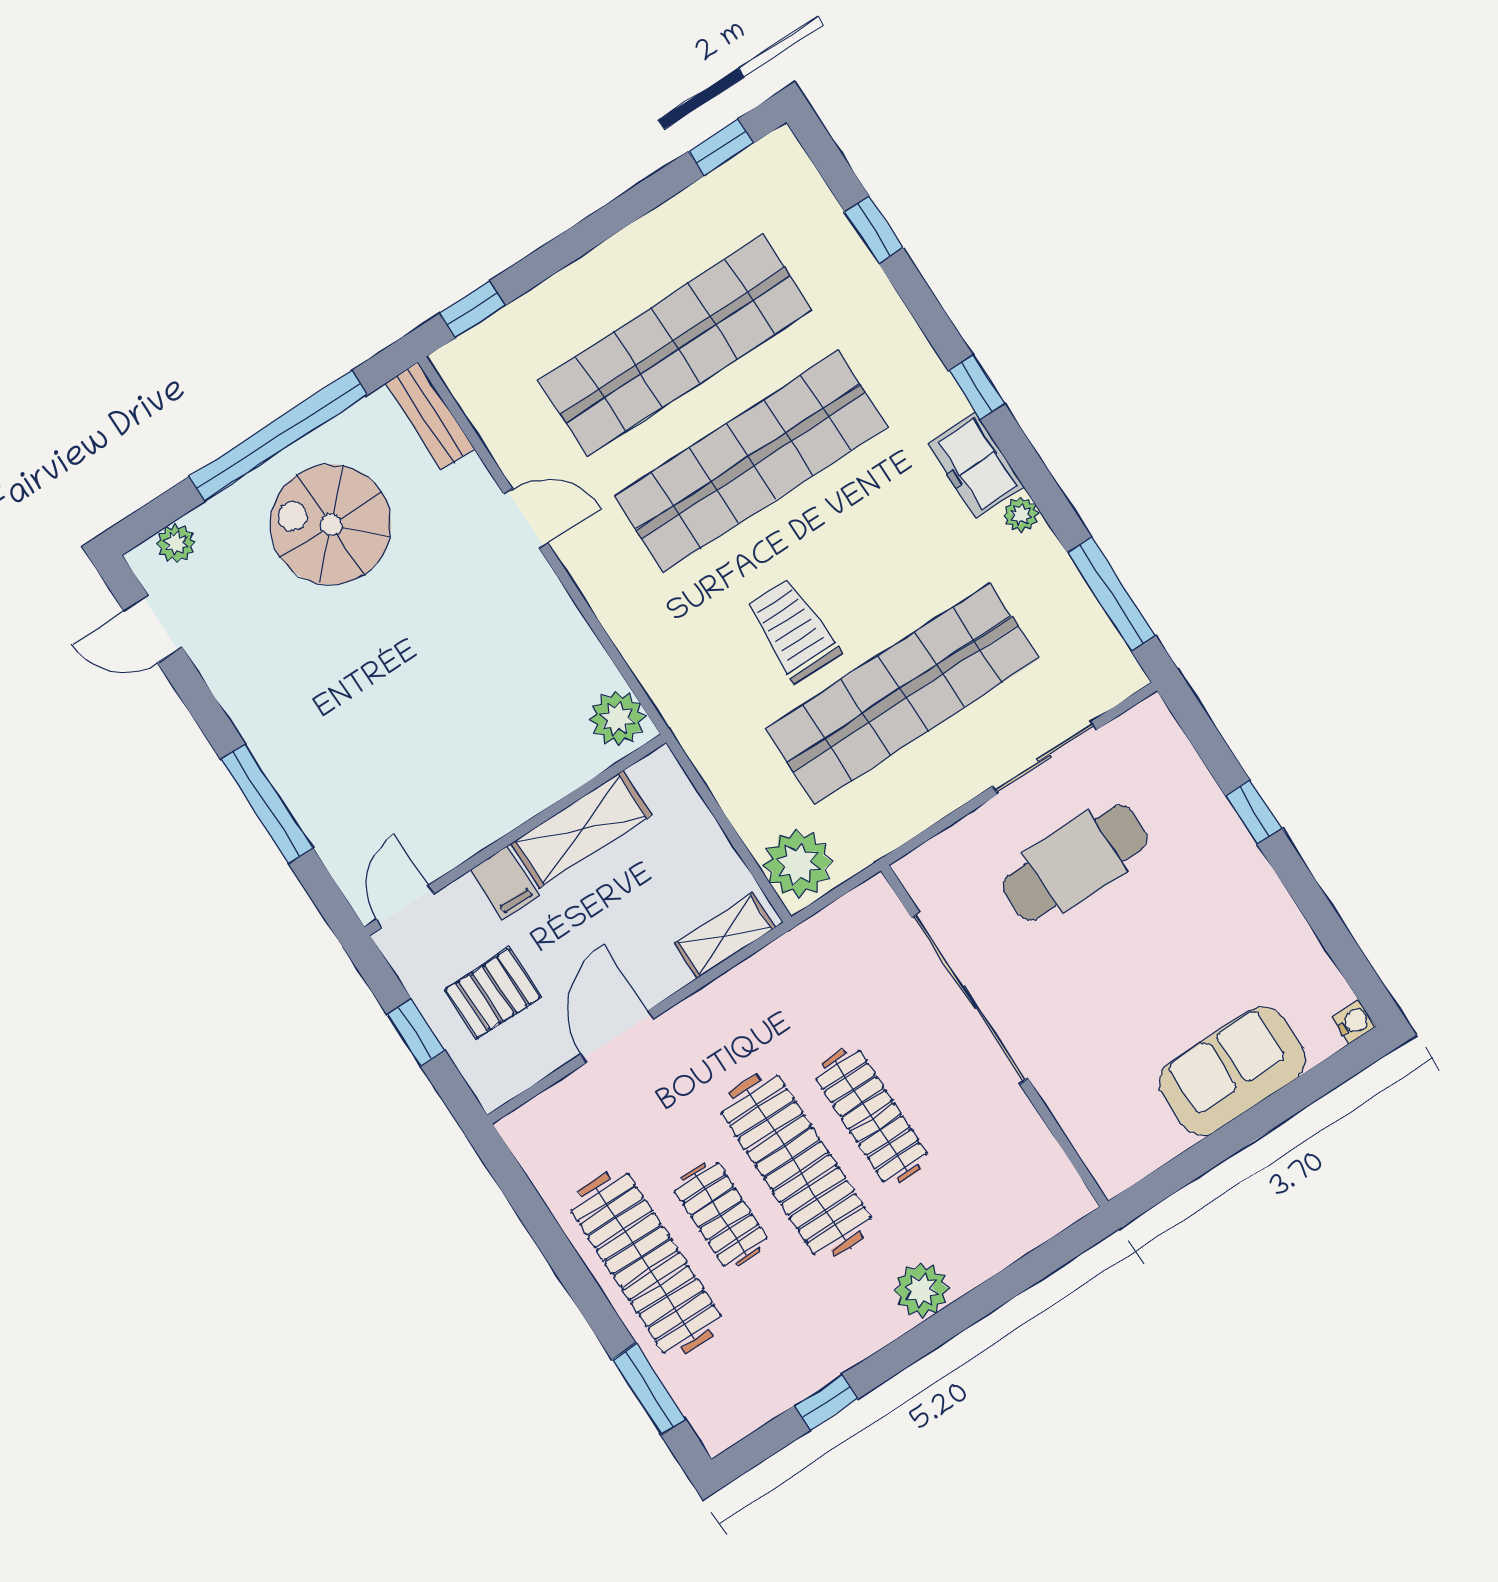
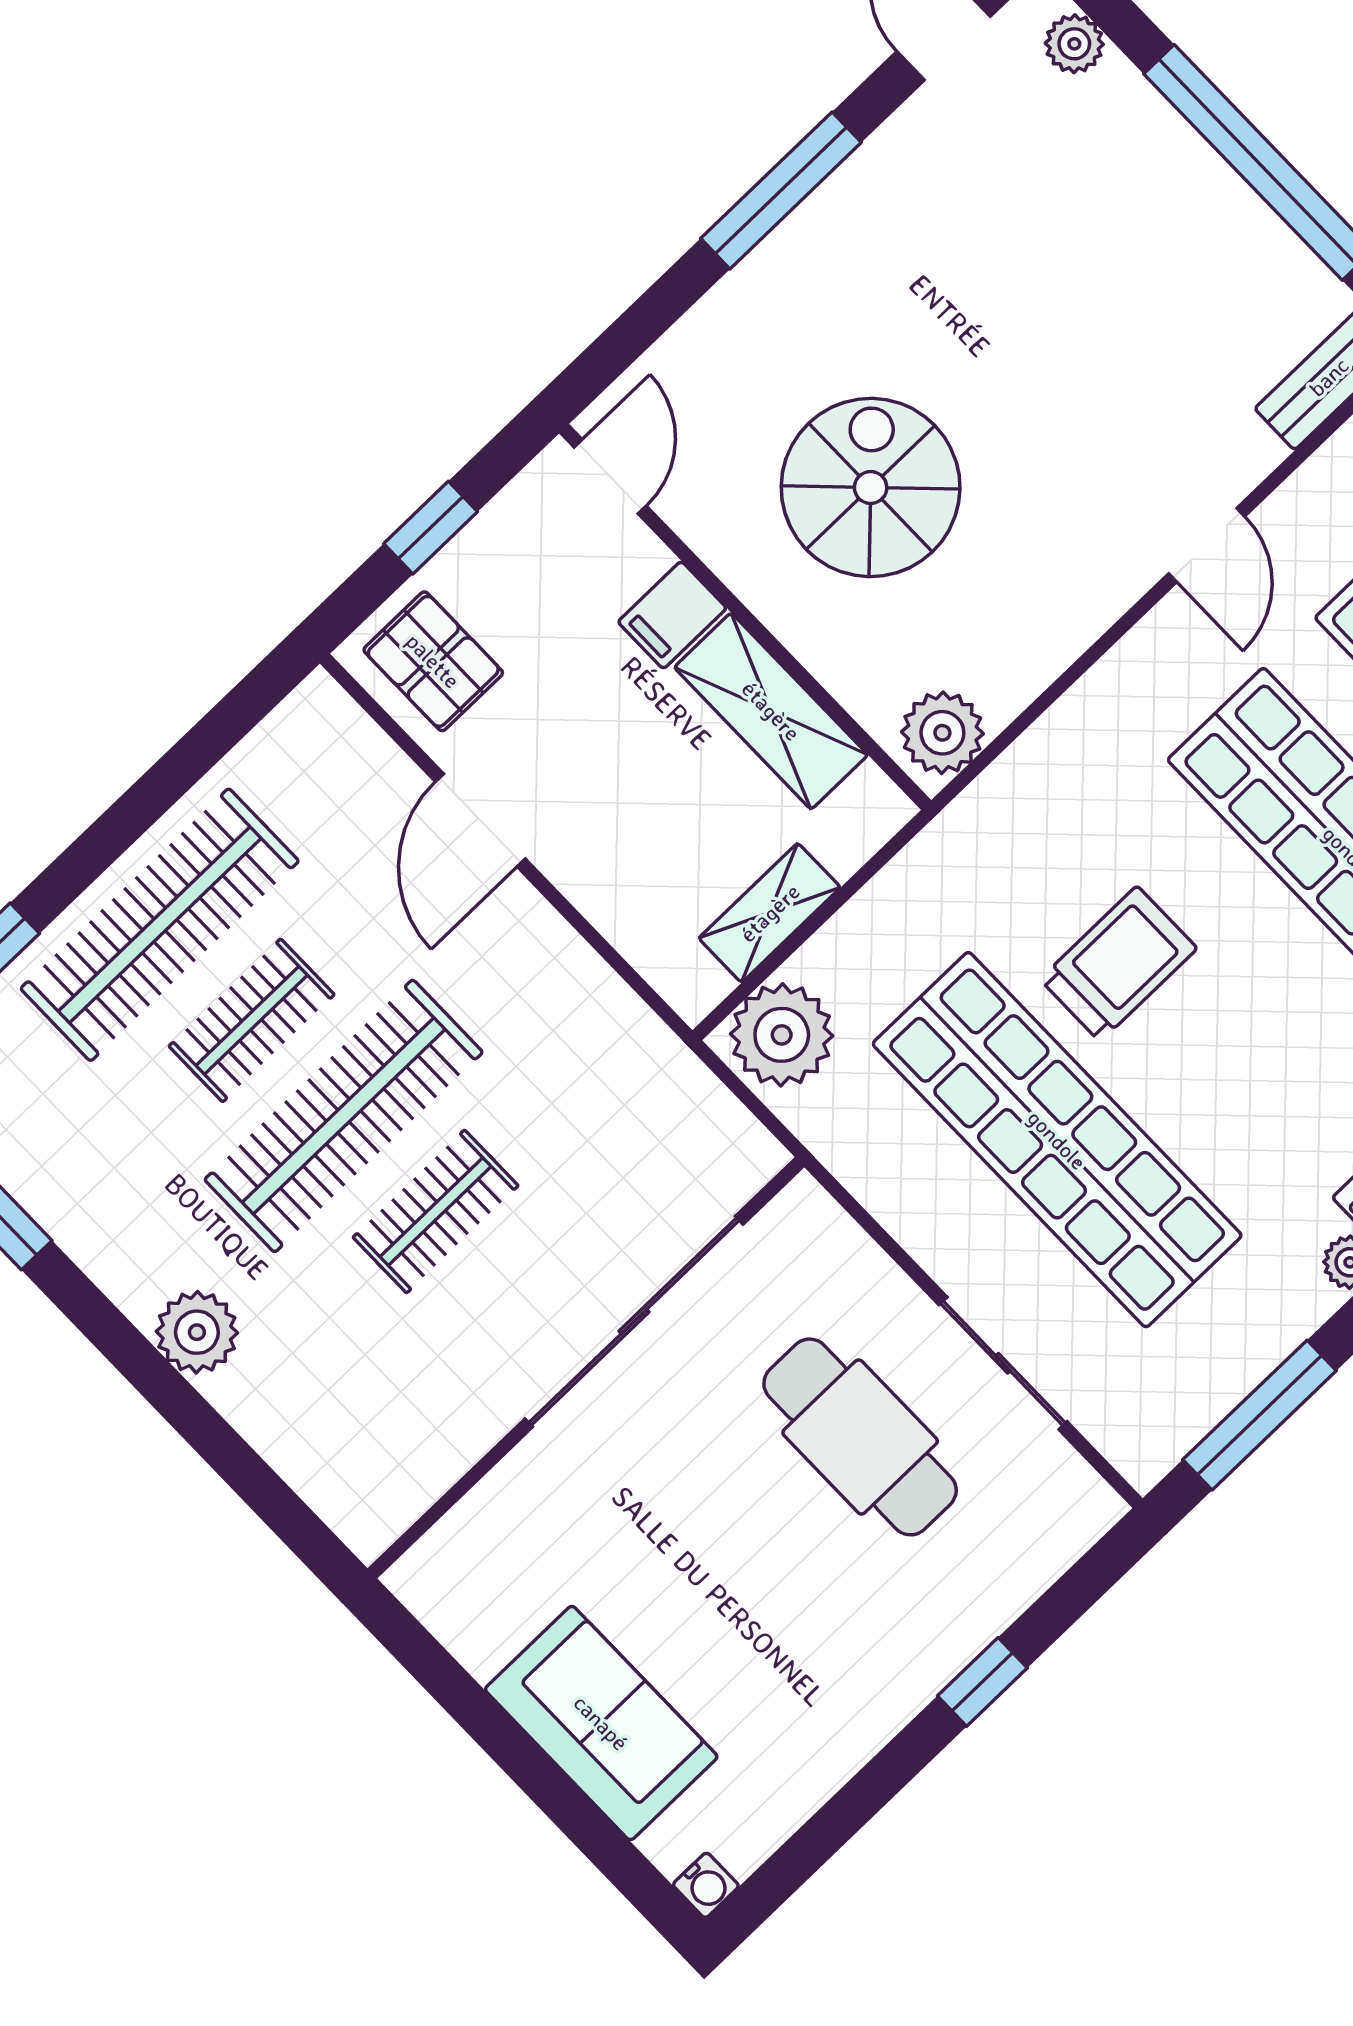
spiral stairs: (331, 525) -> (871, 488), moved
window: (267, 804) -> (781, 190), moved
door: (405, 907) -> (610, 477), hinge flipped
shelving: (725, 936) -> (770, 913), moved, turned 90
pallet: (493, 993) -> (433, 661), moved
door: (617, 1037) -> (480, 820), swing flipped
clothes rail: (871, 1116) -> (436, 1211), width x0.73

